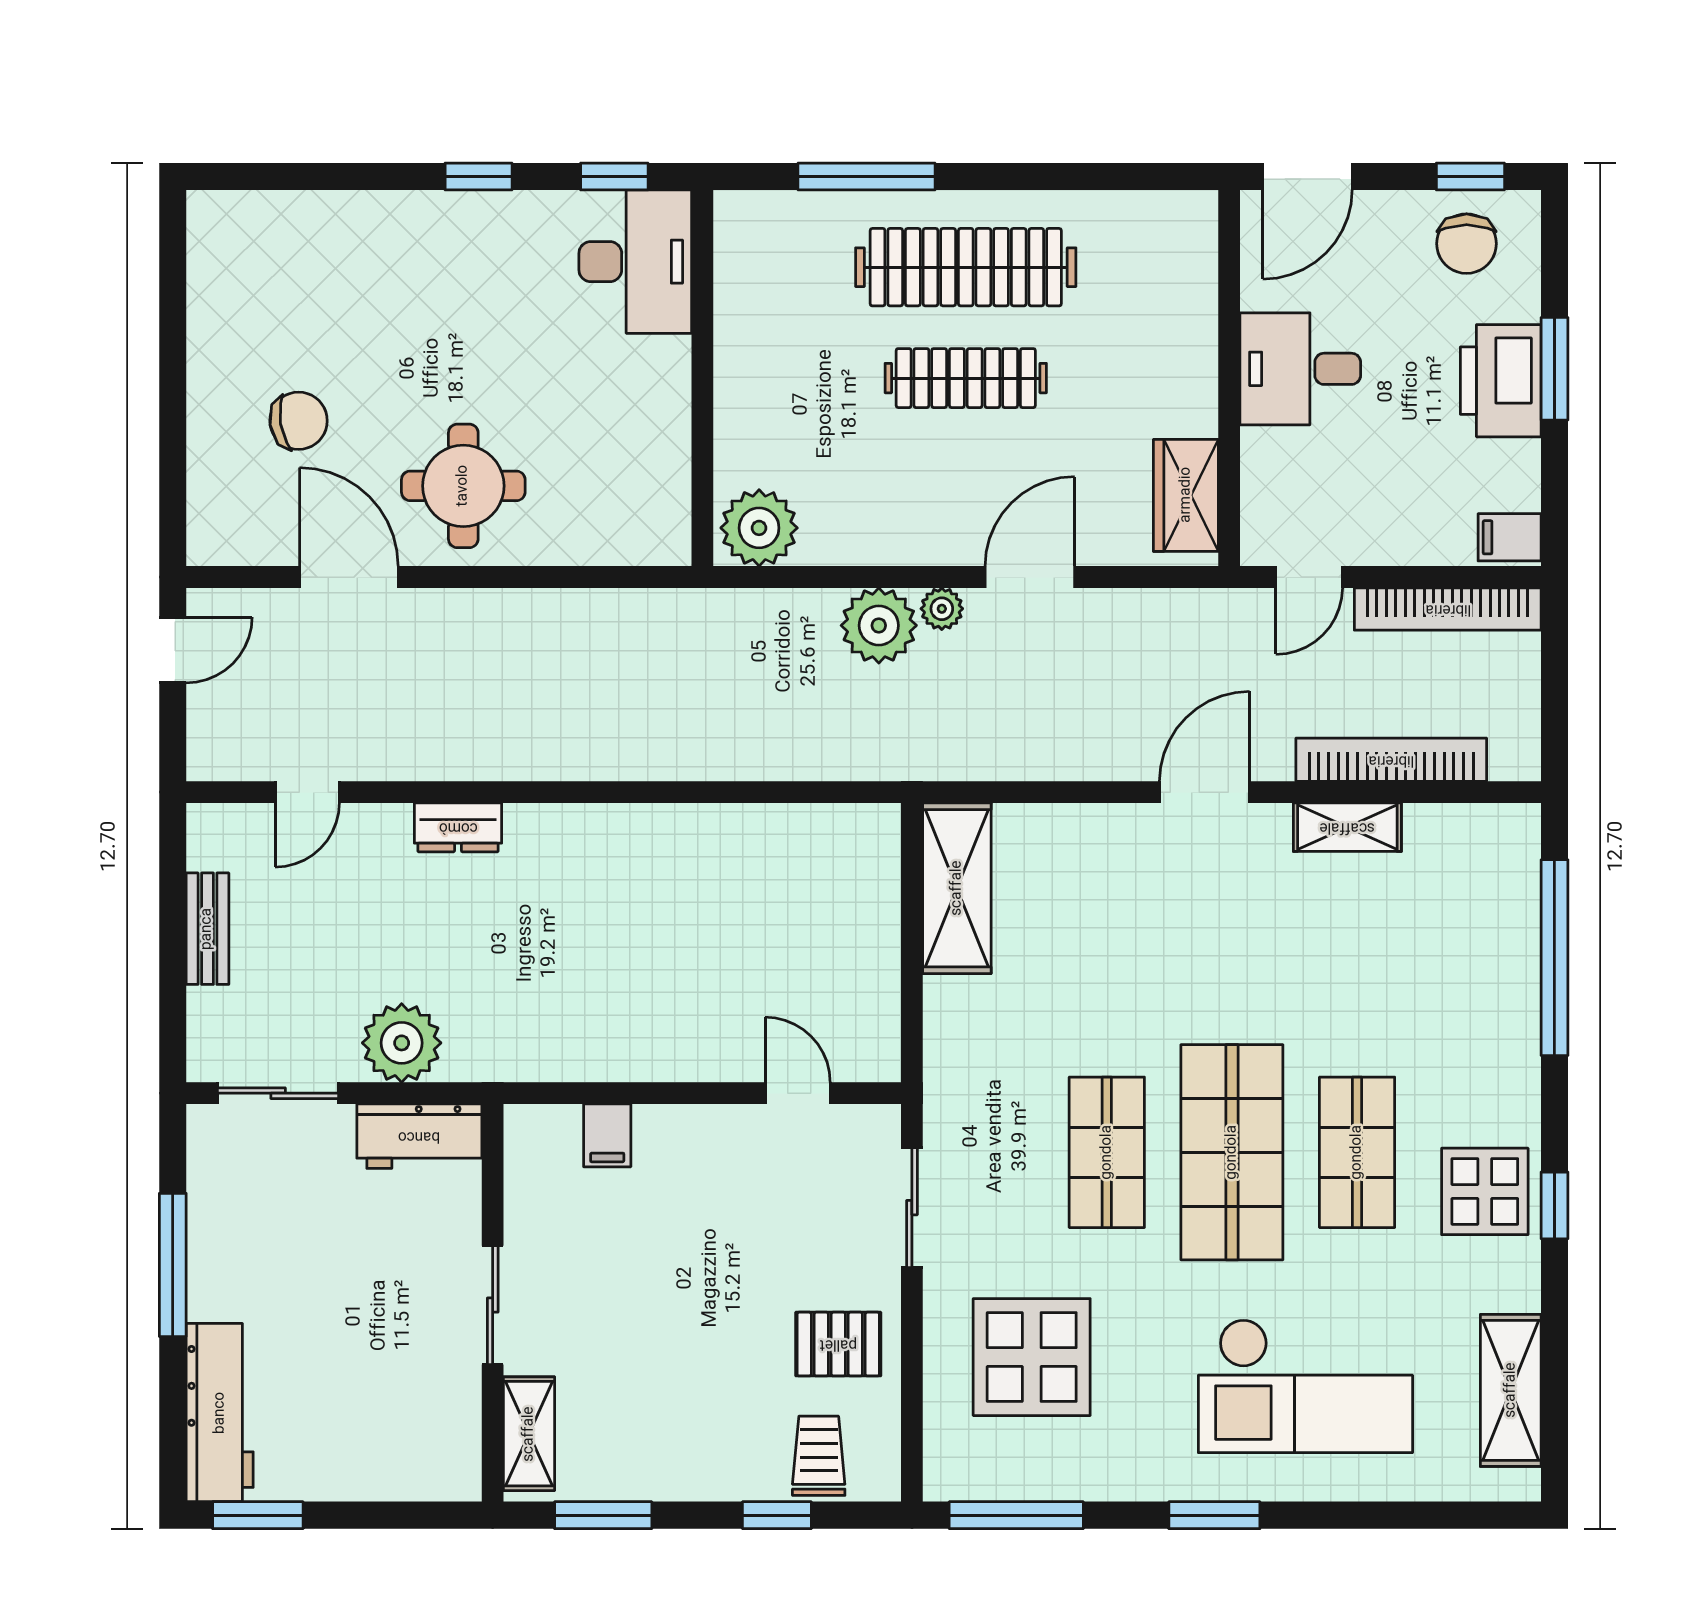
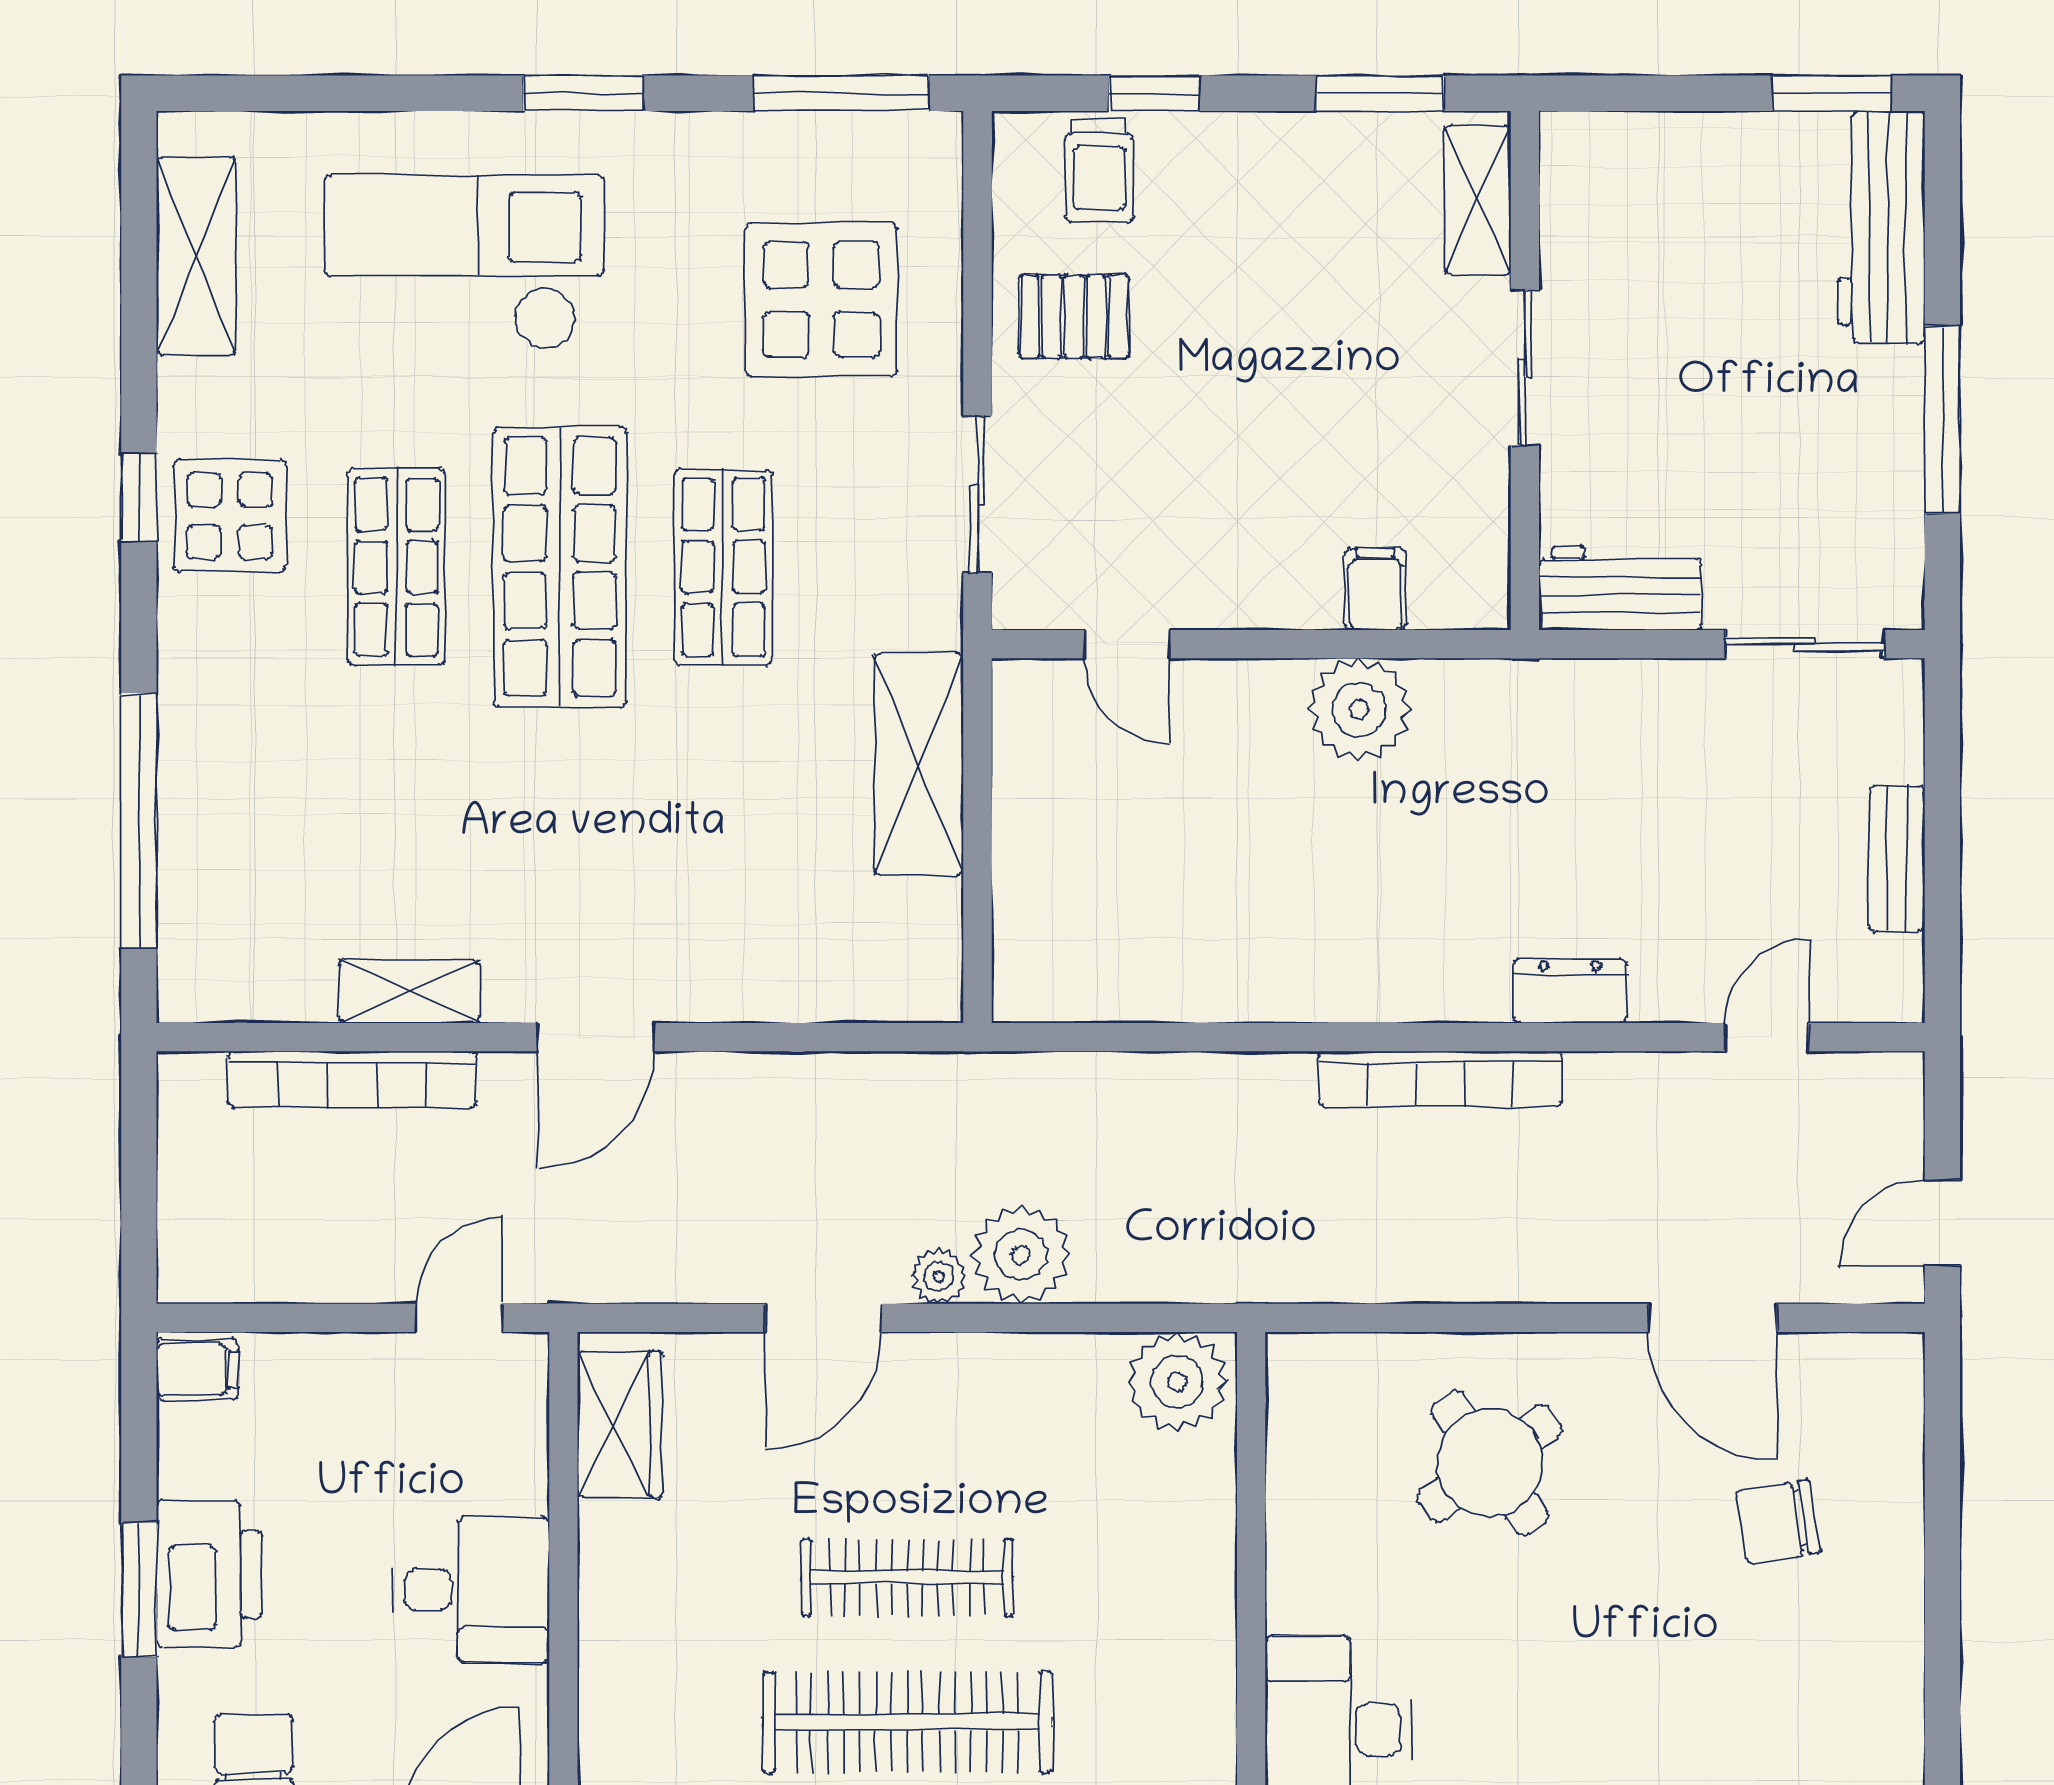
round table: (463, 486) -> (1490, 1463), moved, turned -36
bookcase: (1448, 609) -> (1441, 1079), moved, turned 180
shelving: (957, 888) -> (919, 764), moved
plant: (402, 1043) -> (1359, 710), moved

